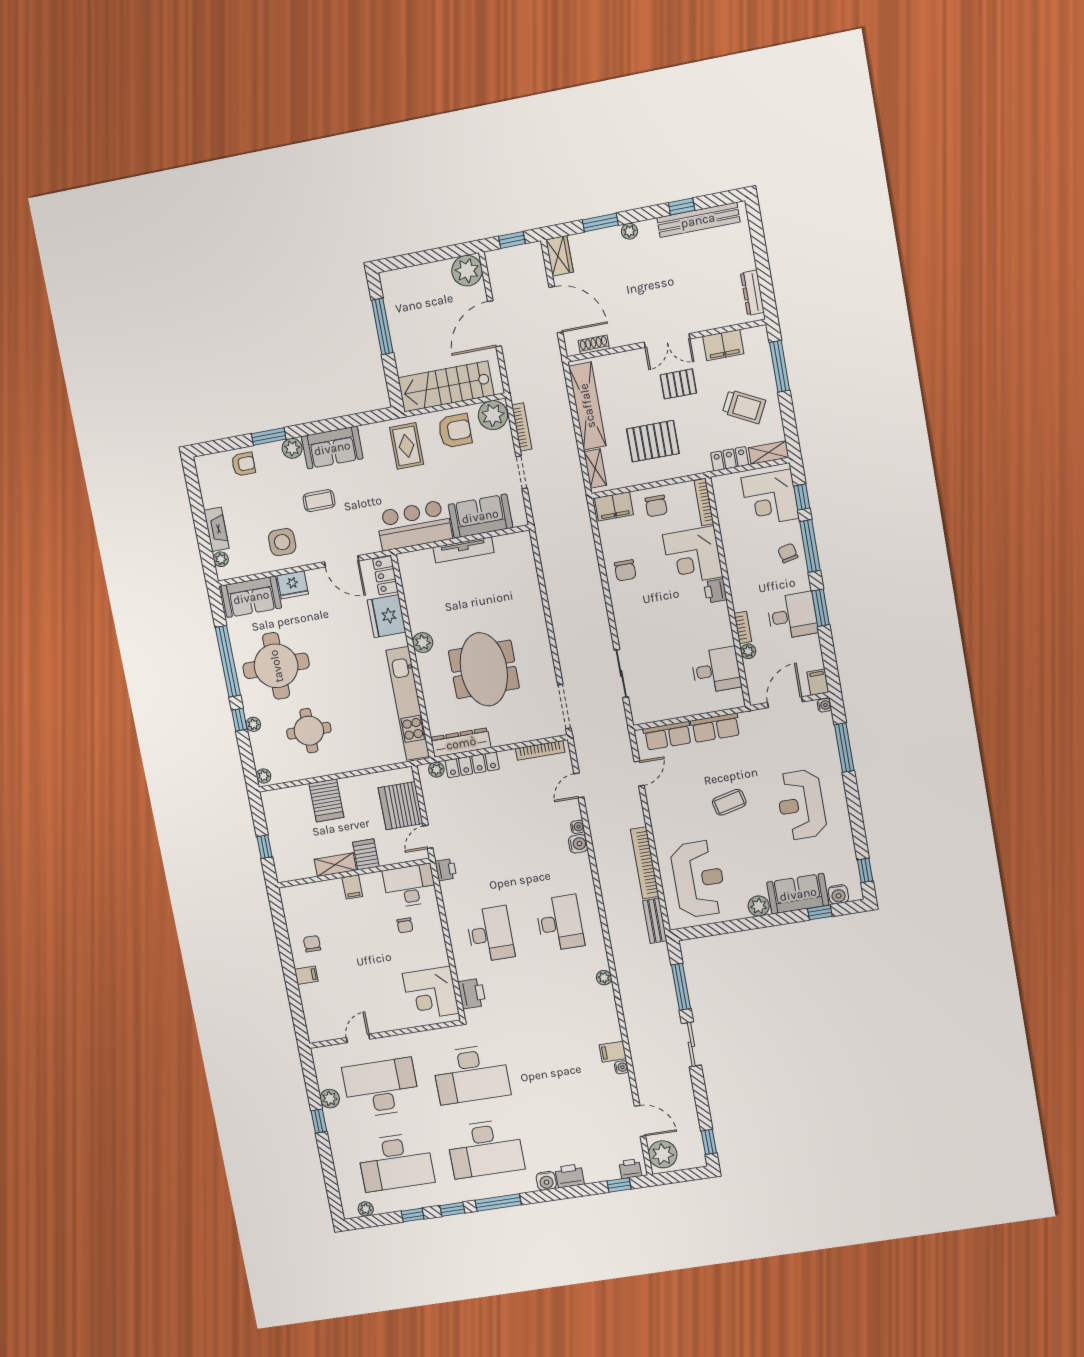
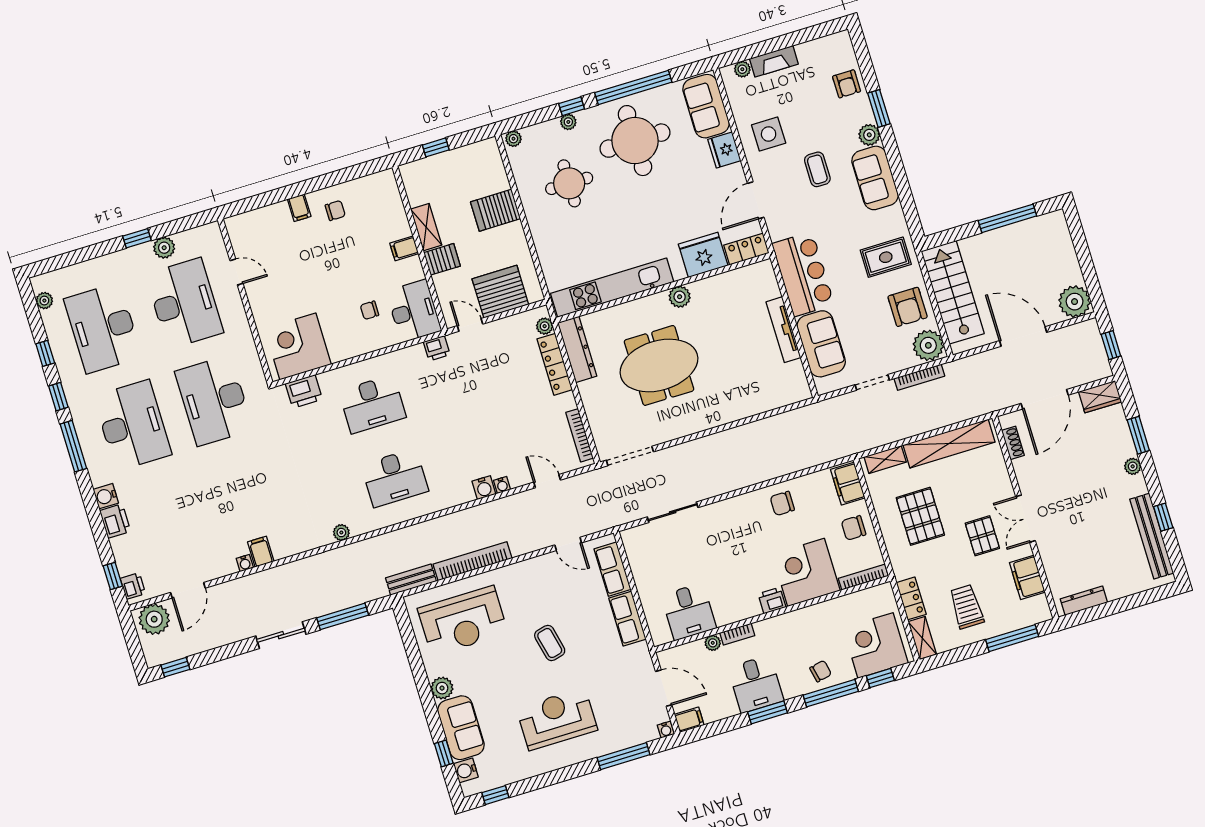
trolley: (744, 407) -> (967, 607), turned 153
desk: (485, 1149) -> (132, 425), turned 180

